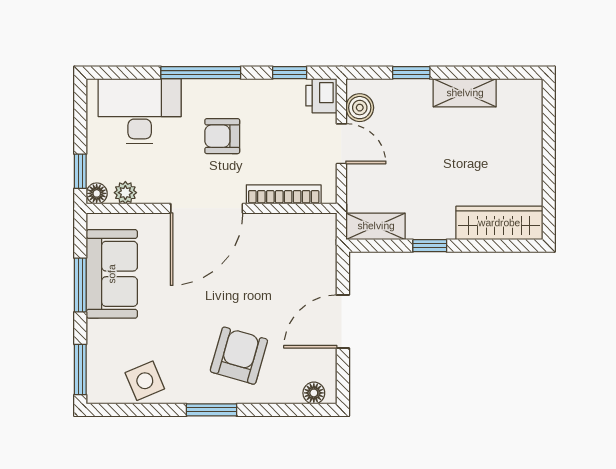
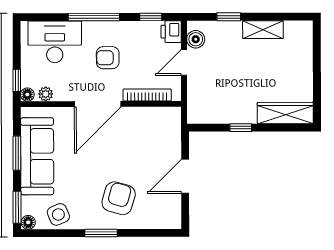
door: (341, 144) -> (184, 62), swing flipped
shelving: (376, 226) -> (206, 115), removed
sofa: (112, 274) -> (37, 156), width x1.36
floor lamp: (314, 393) -> (28, 222), moved

